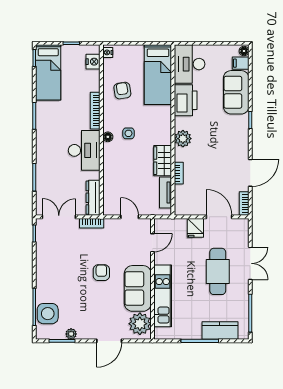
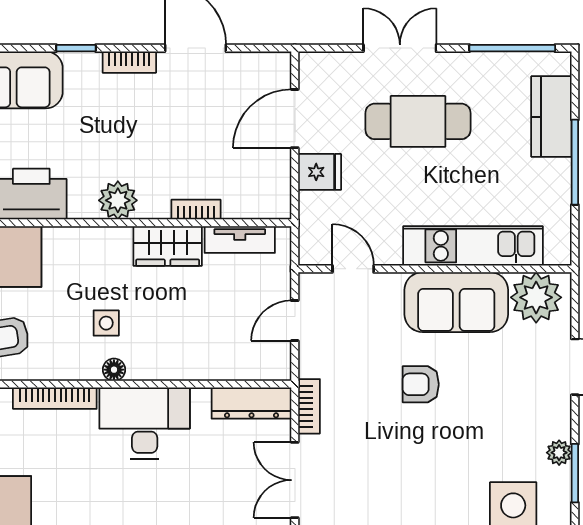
bookcase: (244, 204) -> (129, 62), moved

